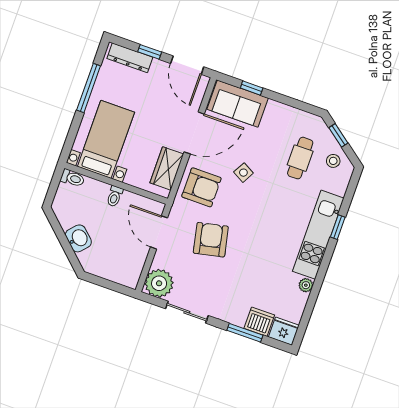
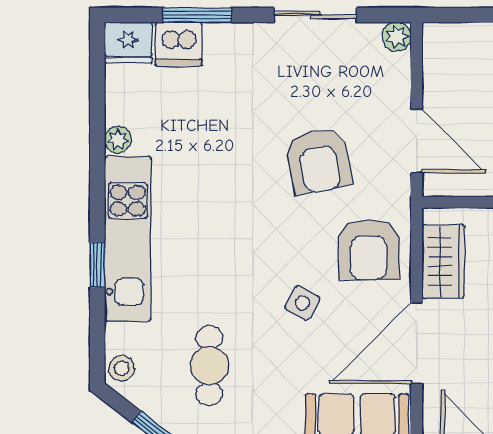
stool: (333, 161) -> (122, 368), moved
armchair: (201, 187) -> (369, 249), turned -90
plant: (159, 283) -> (397, 37), width x0.53, depth x0.53

